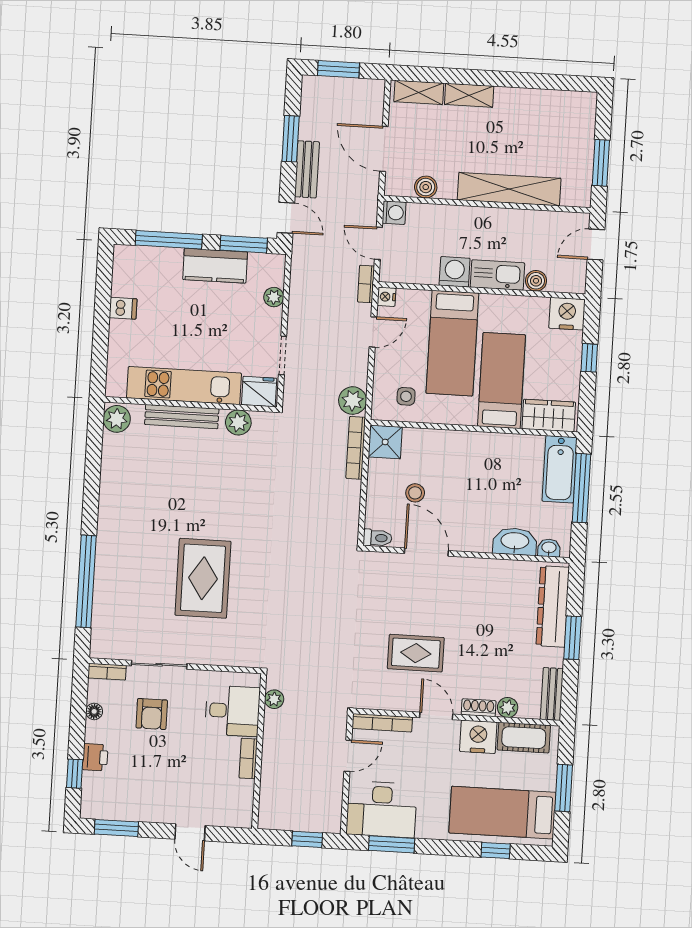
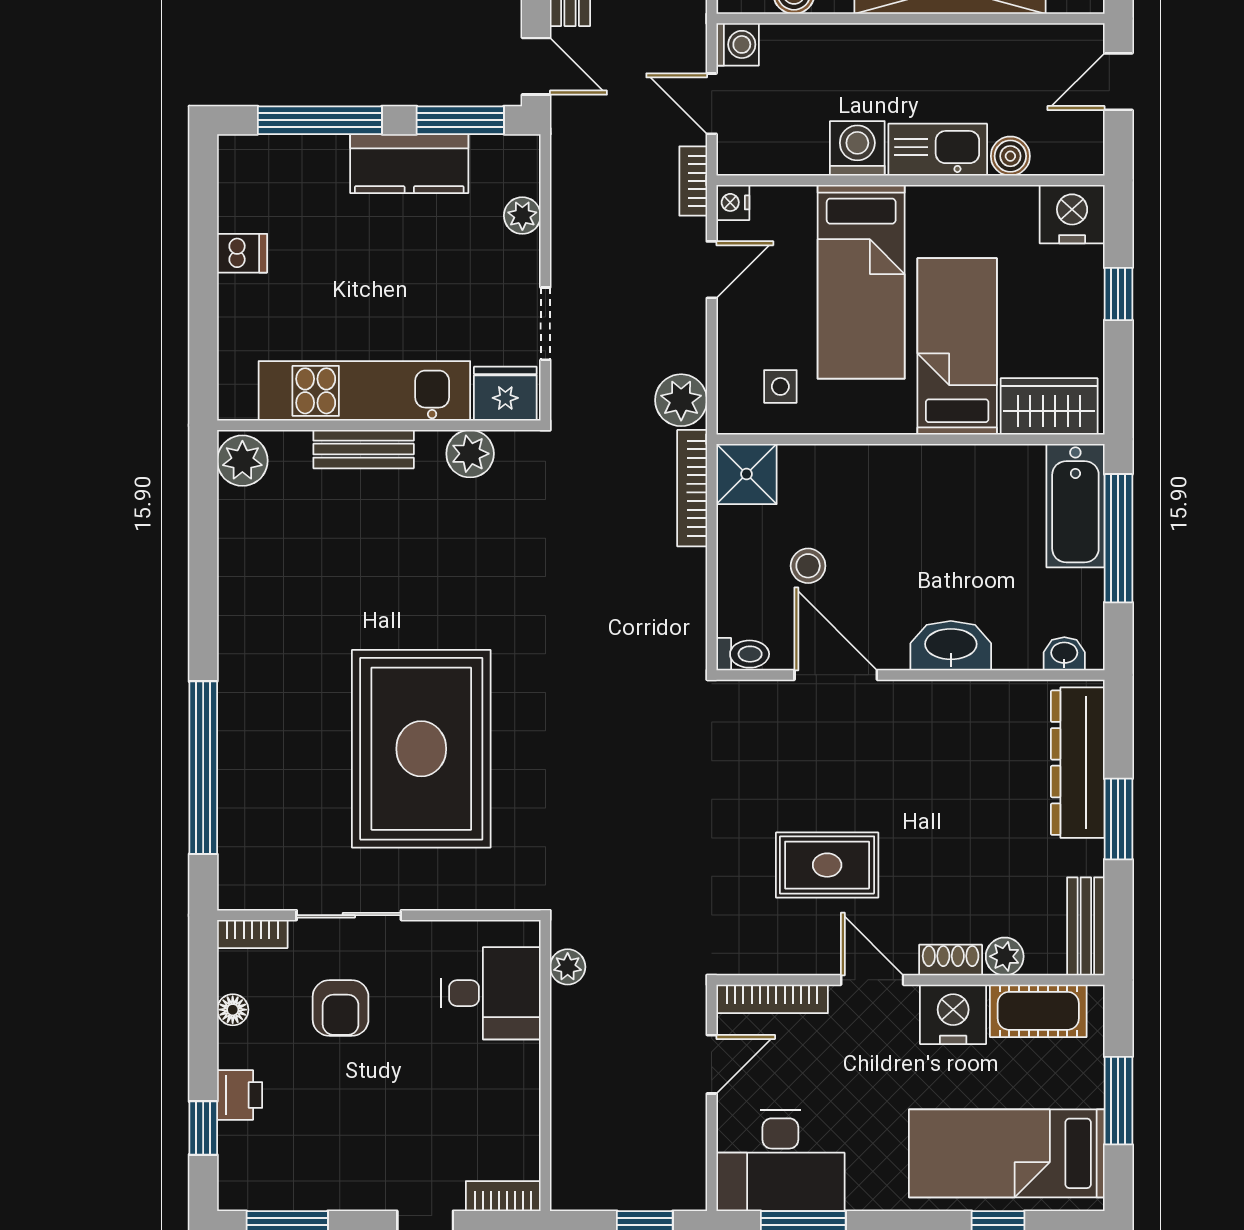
bench: (182, 417) -> (364, 449), width x0.73
washbasin: (515, 542) -> (951, 646), moved
rug: (203, 578) -> (421, 749), width x1.37, depth x1.44
bookcase: (248, 758) -> (503, 1196), moved, turned 90

